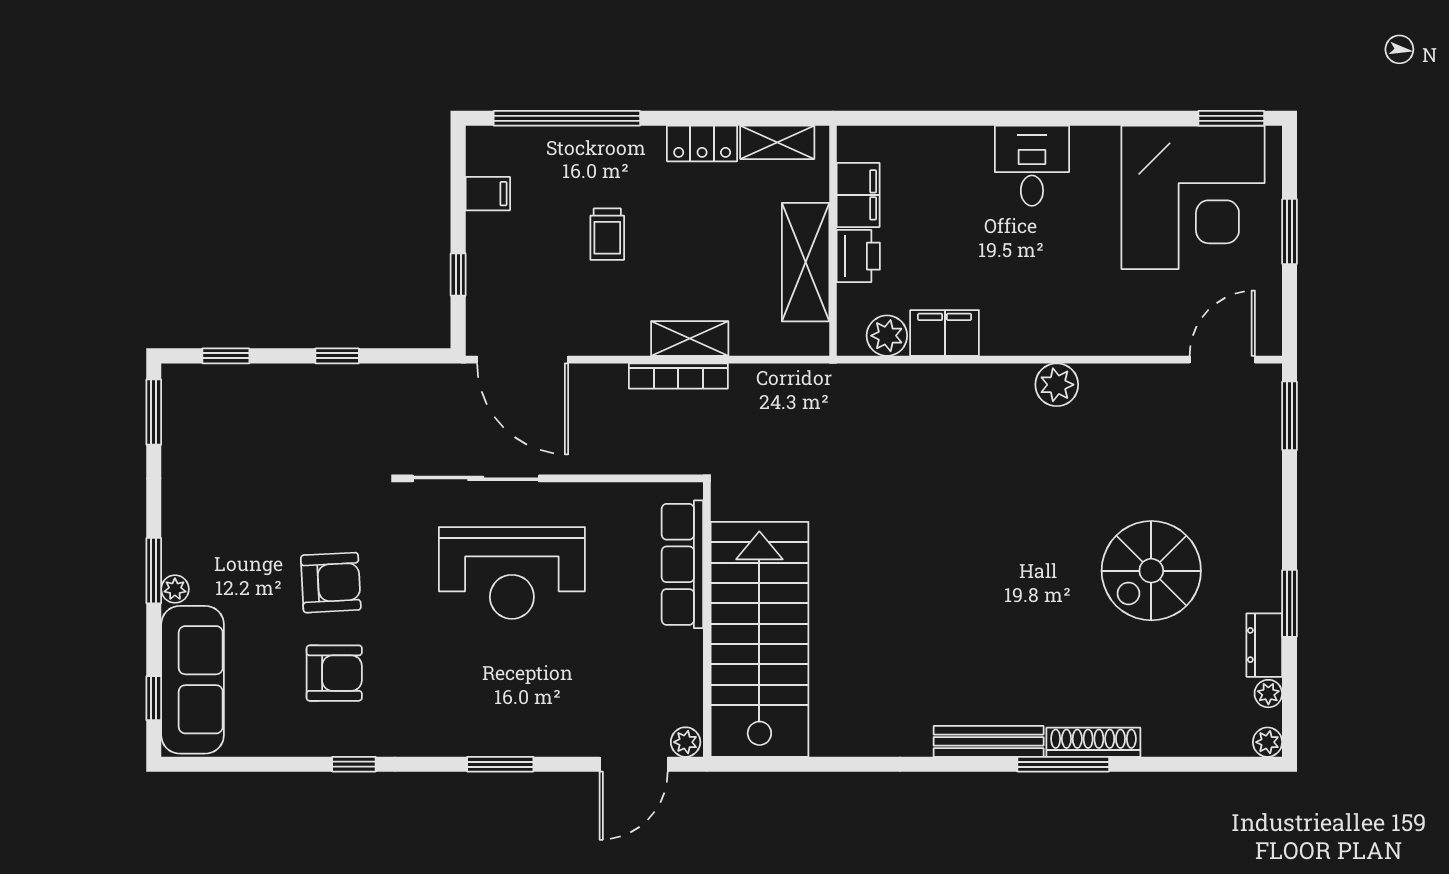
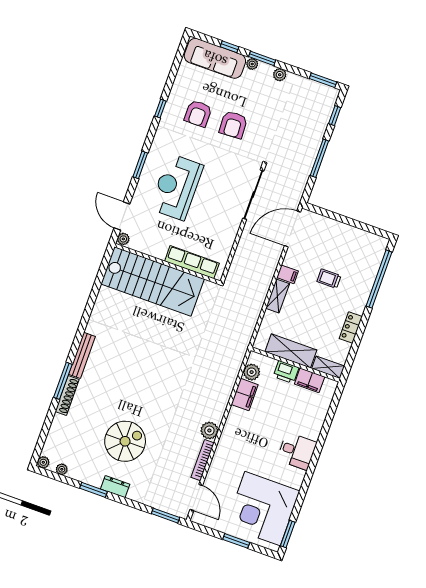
shelving: (777, 142) -> (328, 367), moved, turned 90
filing cabinet: (488, 194) -> (288, 274), moved, turned -90
window: (458, 275) -> (334, 216), removed
window: (337, 356) -> (319, 158), width x2.17
bookcase: (678, 376) -> (203, 460), moved
plant: (177, 517) -> (280, 75), added
spiral stairs: (1151, 571) -> (125, 441), turned 90
reception desk: (512, 573) -> (177, 187), moved
dresser: (1264, 645) -> (115, 487), moved
window: (154, 698) -> (229, 47), moved

